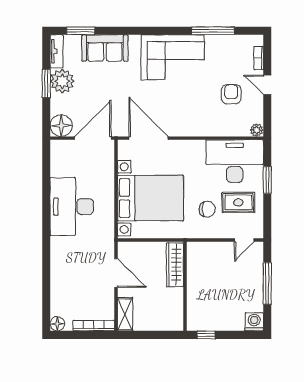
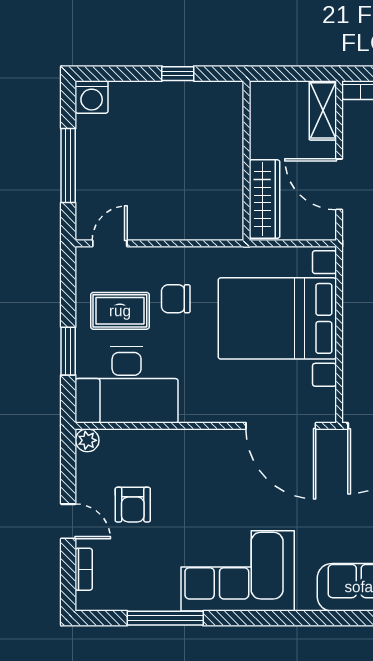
wardrobe: (175, 265) -> (264, 199), moved
wall: (185, 286) -> (246, 161), moved

